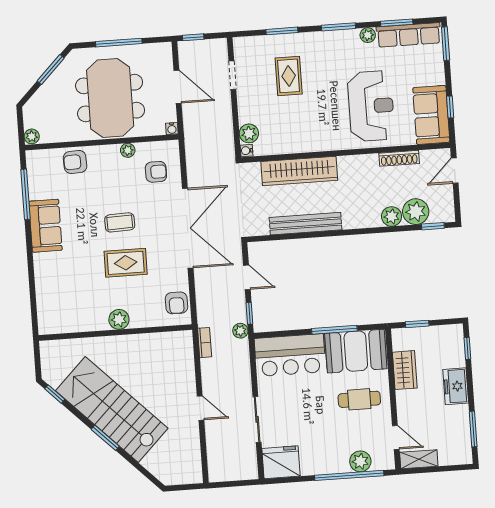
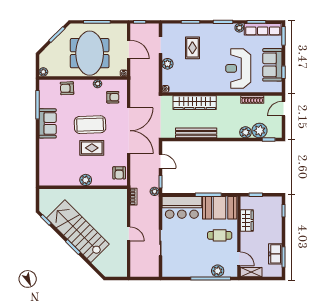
reception desk: (371, 106) -> (238, 68), turned 180
sofa: (431, 115) -> (272, 65), moved
plant: (249, 133) -> (167, 64), moved
coffee table: (120, 222) -> (90, 125), width x1.86, depth x1.72
freezer: (456, 386) -> (275, 254), moved
fridge: (281, 462) -> (172, 268), removed

